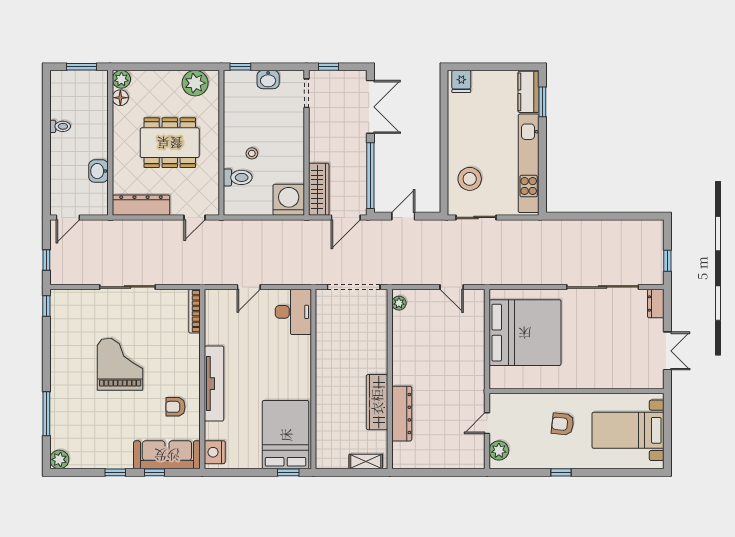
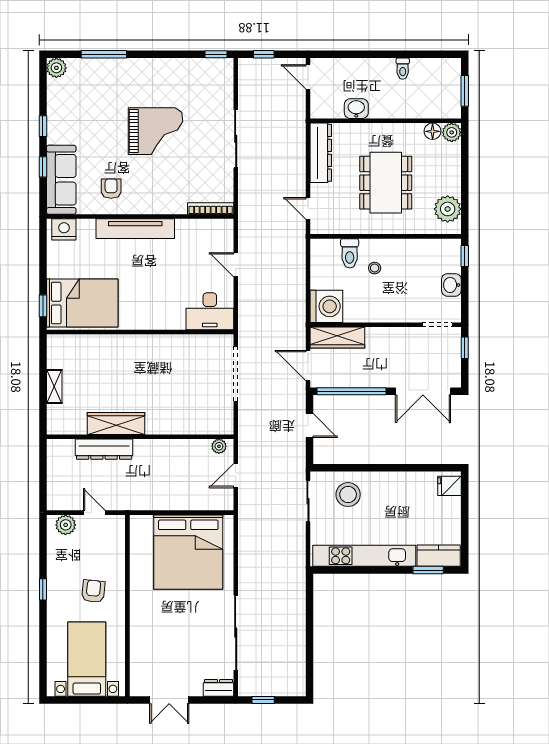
plant: (399, 303) -> (219, 446), moved
wall: (390, 379) -> (140, 437), moved
wardrobe: (377, 402) -> (116, 423), moved
dresser: (402, 414) -> (104, 449), moved

